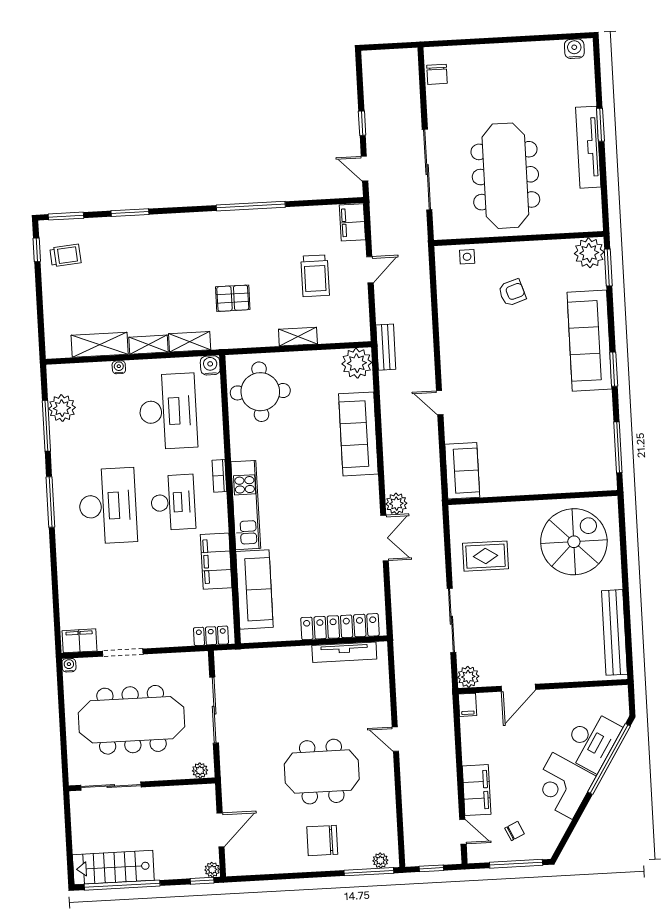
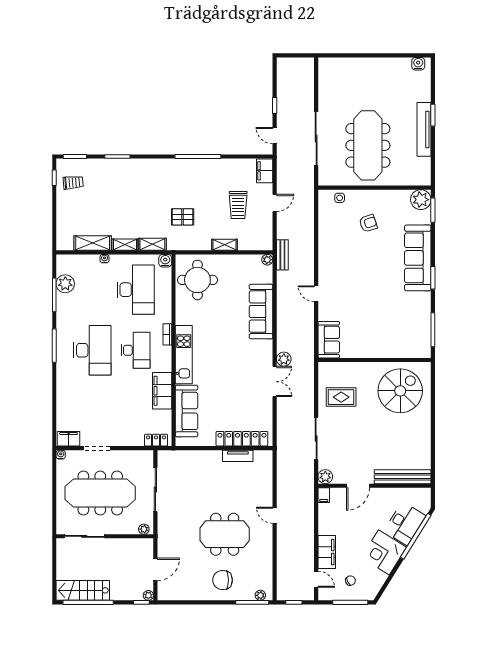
chair: (437, 74) -> (326, 76), removed
plant: (357, 363) -> (267, 260), width x0.53, depth x0.53
bench: (614, 632) -> (403, 477), moved, turned 90
tv unit: (344, 652) -> (238, 456), width x0.71

